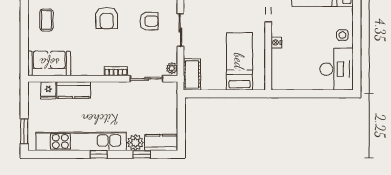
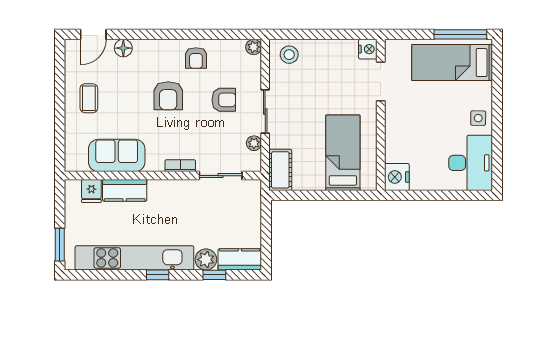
nightstand: (276, 43) -> (397, 177), moved, width x1.89, depth x1.79
sofa: (49, 63) -> (117, 155), moved
plant: (172, 68) -> (254, 143), moved

